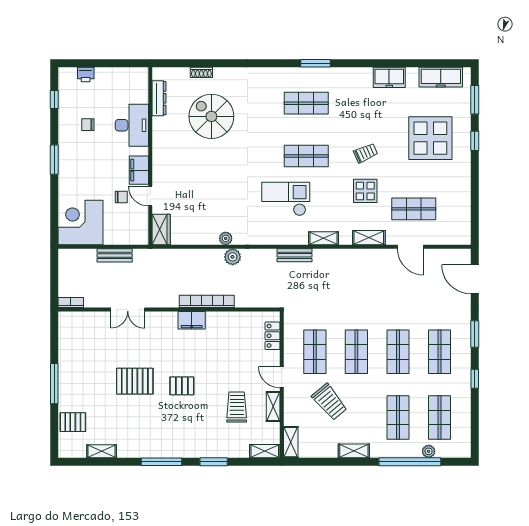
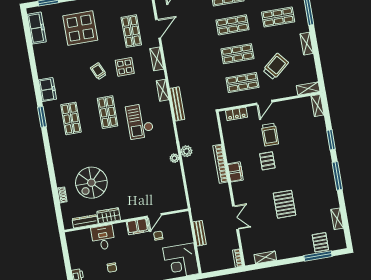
freezer: (389, 77) -> (47, 90), moved
desk: (132, 125) -> (103, 238), width x0.73
wardrobe: (161, 229) -> (109, 216), moved
bench: (295, 255) -> (177, 104), width x1.36
window: (54, 384) -> (318, 256), moved
pallet: (182, 386) -> (267, 161), moved
shelving: (273, 406) -> (265, 257), moved
trolley: (237, 407) -> (270, 135), moved, turned -90

